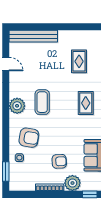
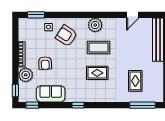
rug: (79, 61) -> (135, 81), turned 90
rug: (86, 103) -> (97, 73), moved
armchair: (29, 138) -> (66, 36), turned 114

